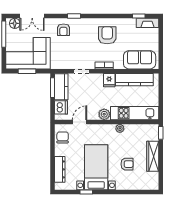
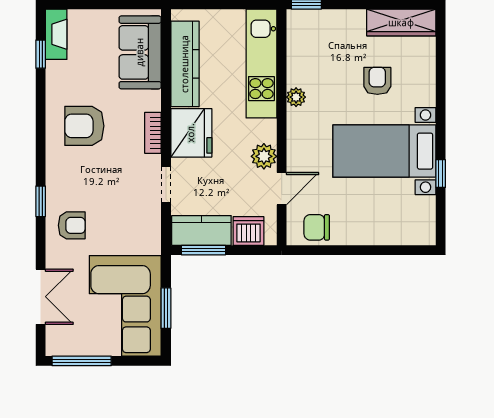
floor lamp: (15, 23) -> (57, 336), removed
fridge: (109, 80) -> (191, 133), width x1.88, depth x1.34
plant: (104, 114) -> (264, 156), moved
door: (80, 122) -> (282, 189), swing flipped
wardrobe: (153, 156) -> (401, 23), moved
dresser: (60, 169) -> (389, 234), removed

